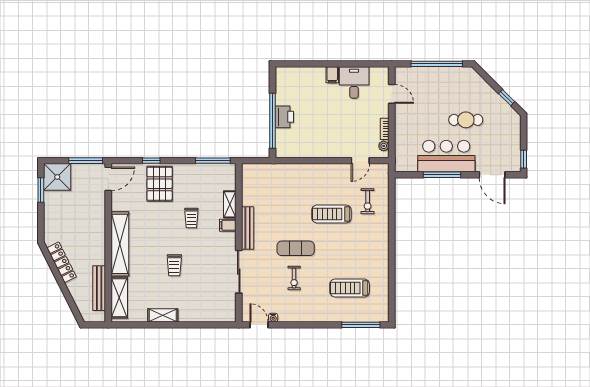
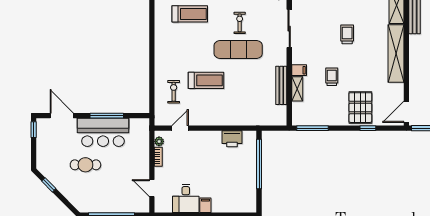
printer: (284, 117) -> (232, 139), moved, turned -90
bench: (248, 228) -> (281, 85), moved
exercise mat: (296, 248) -> (238, 50), width x1.36, depth x1.45

